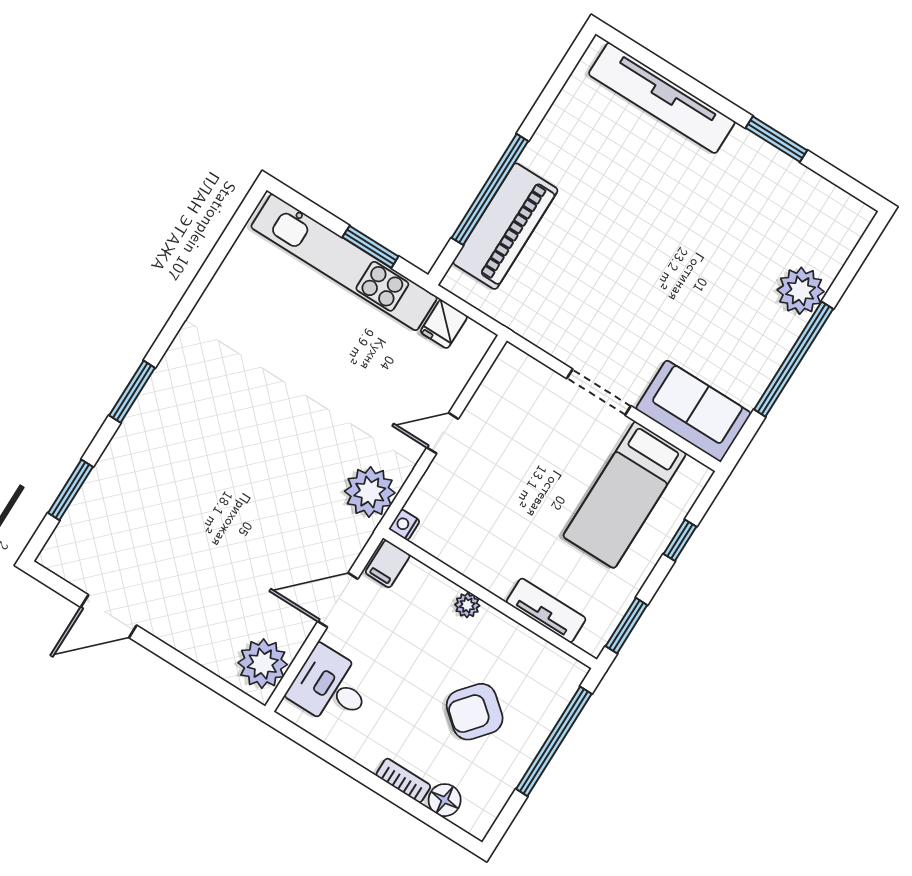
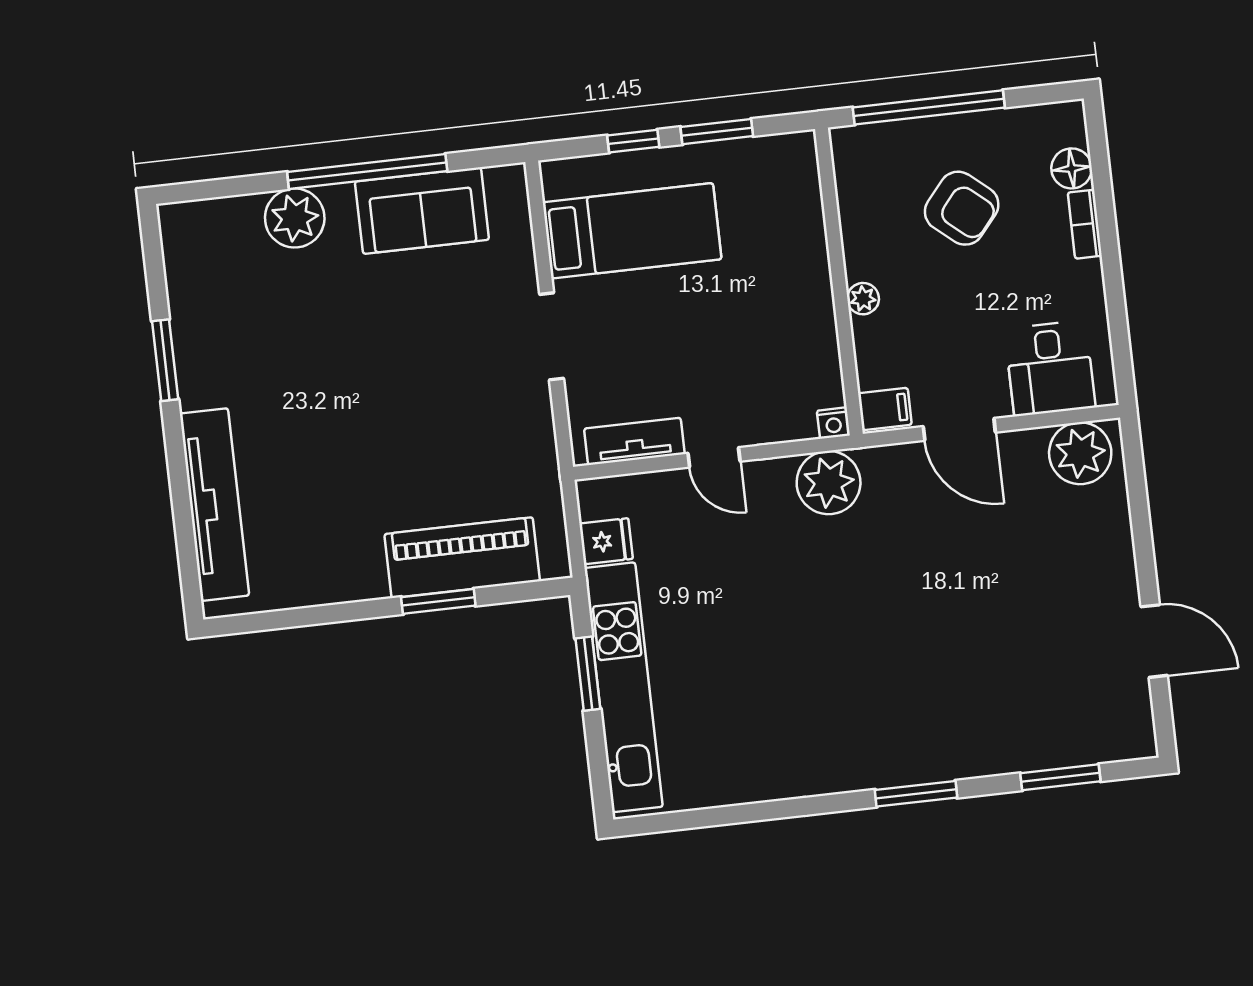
window: (490, 189) -> (438, 601), width x0.47
sofa: (693, 411) -> (422, 211), moved, turned -90
tv unit: (546, 610) -> (634, 441), moved, turned 90
window: (626, 626) -> (717, 132), moved

